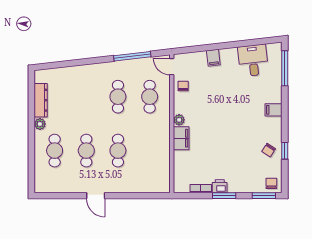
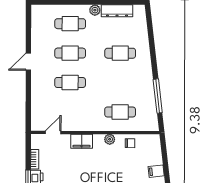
door: (172, 67) -> (53, 132), moved
cafe table: (118, 97) -> (120, 53), moved
plant: (179, 120) -> (110, 139), moved

